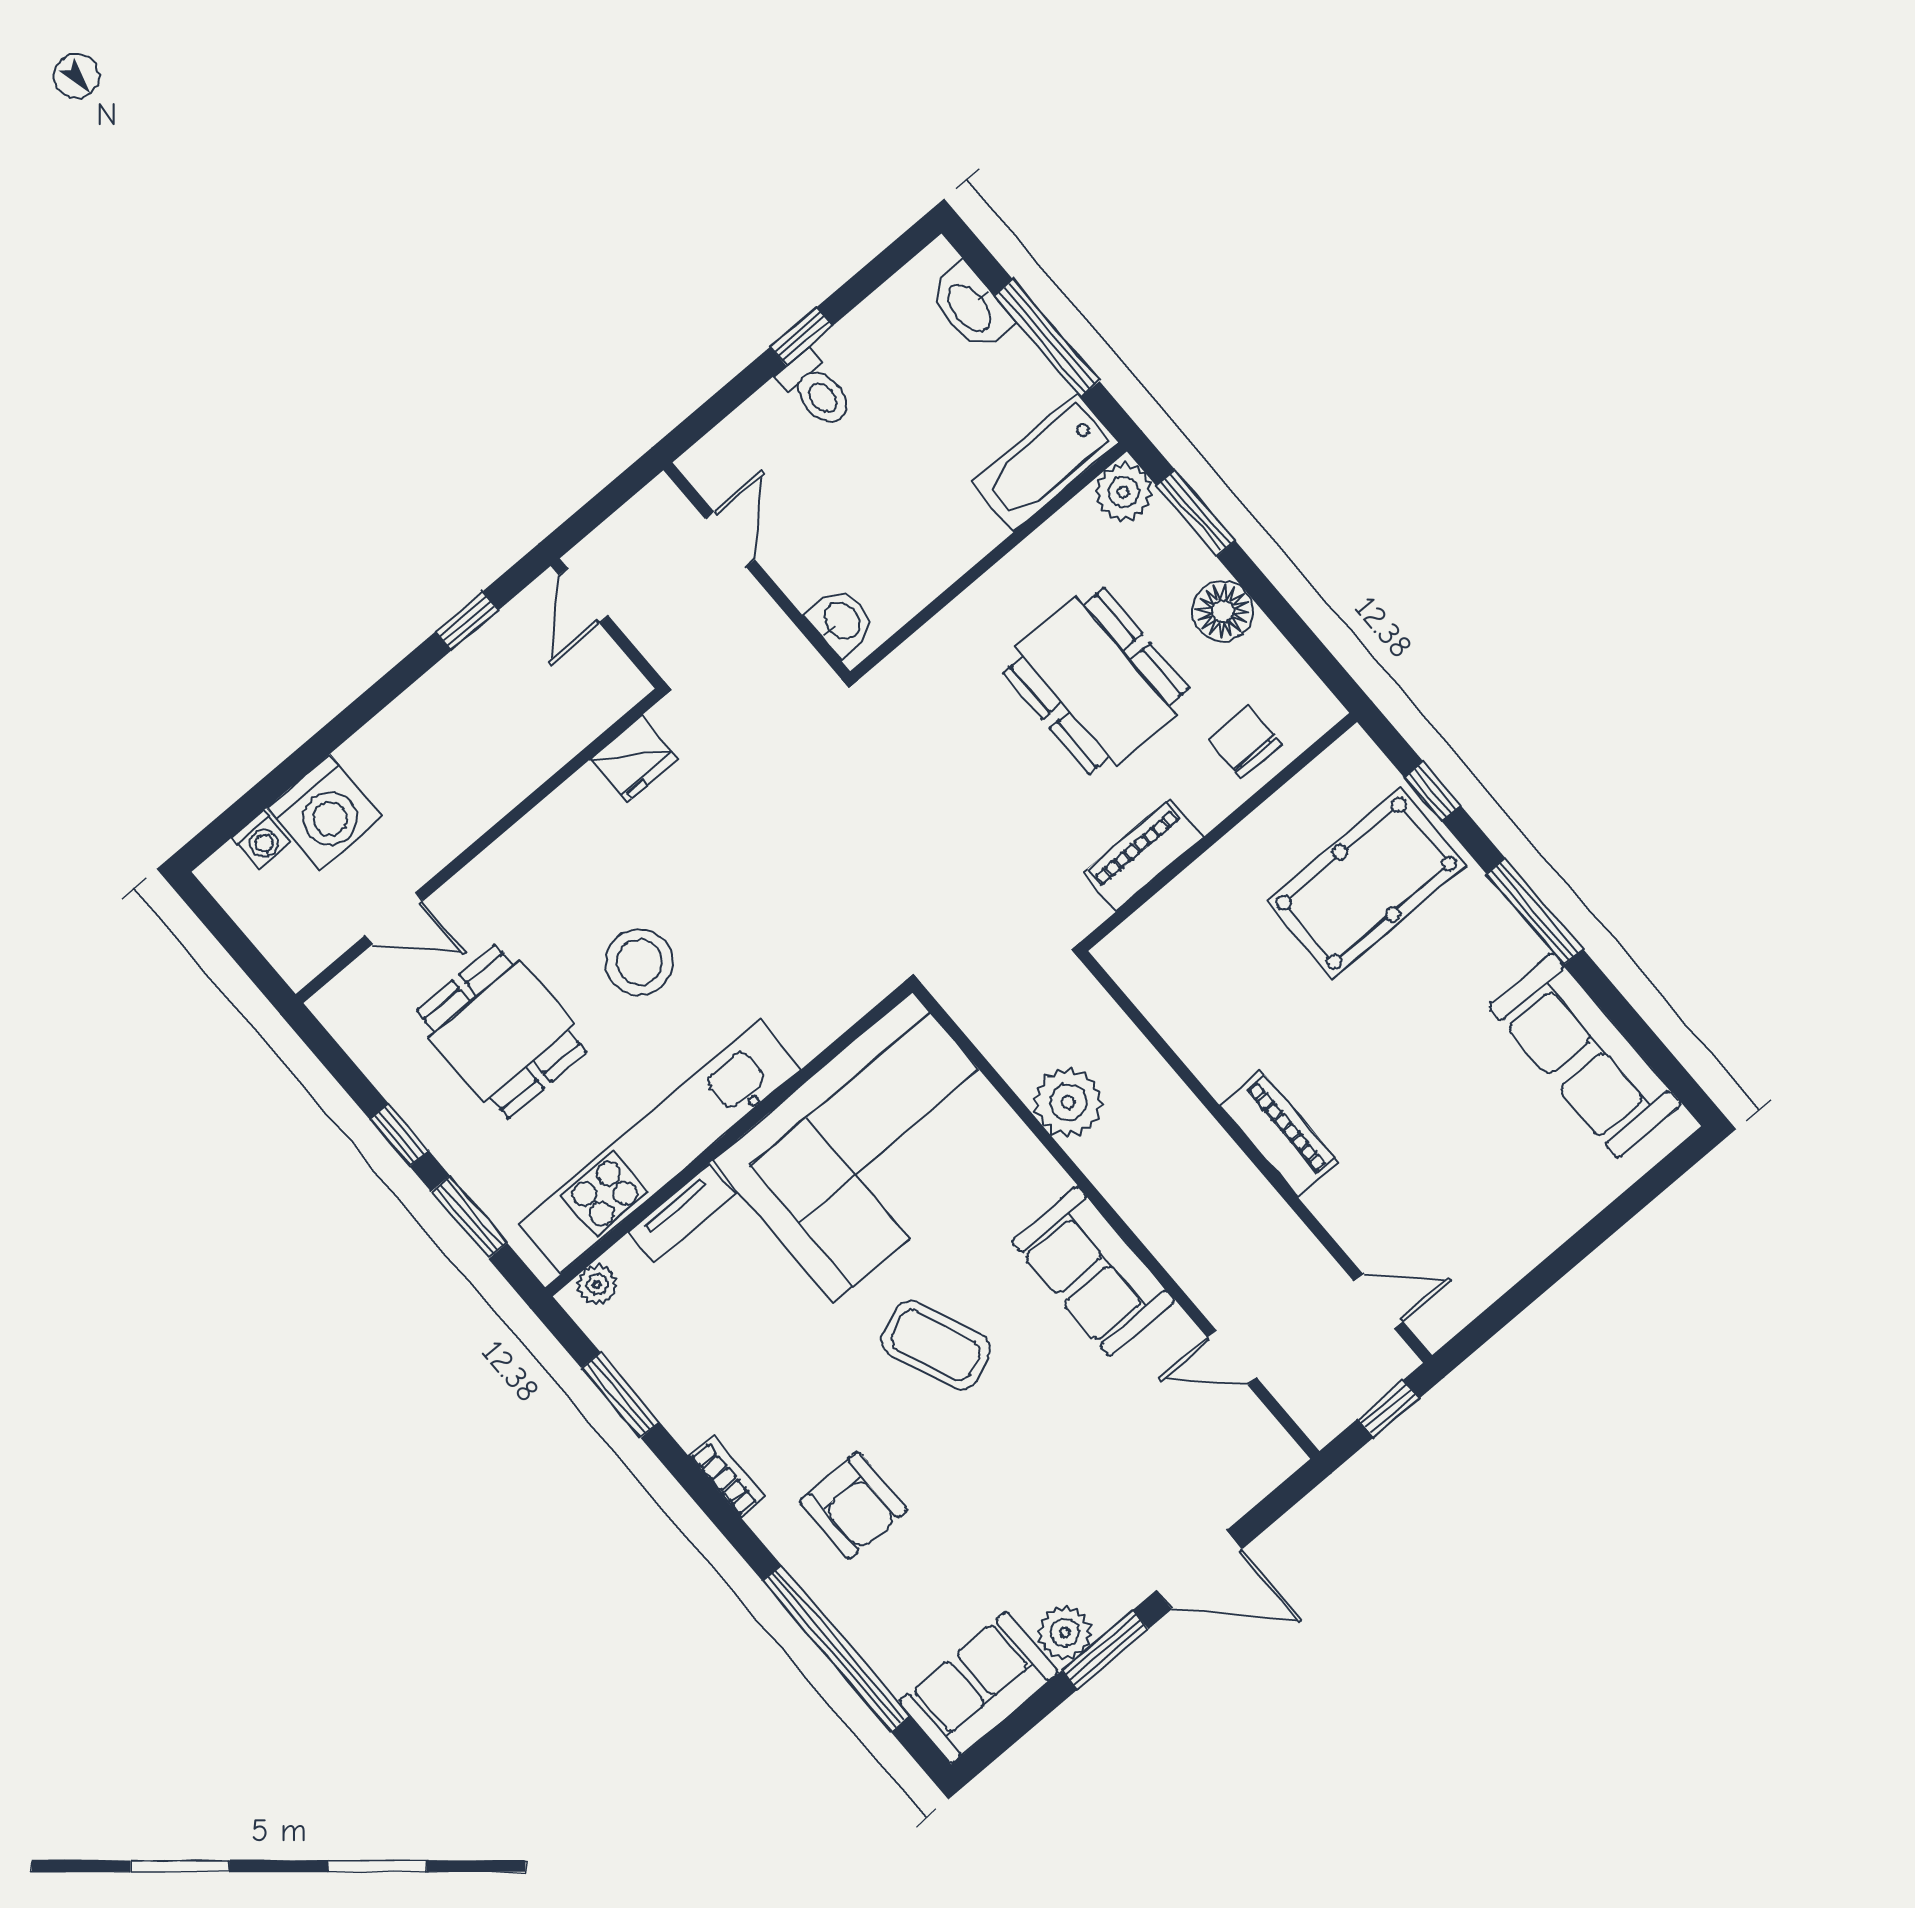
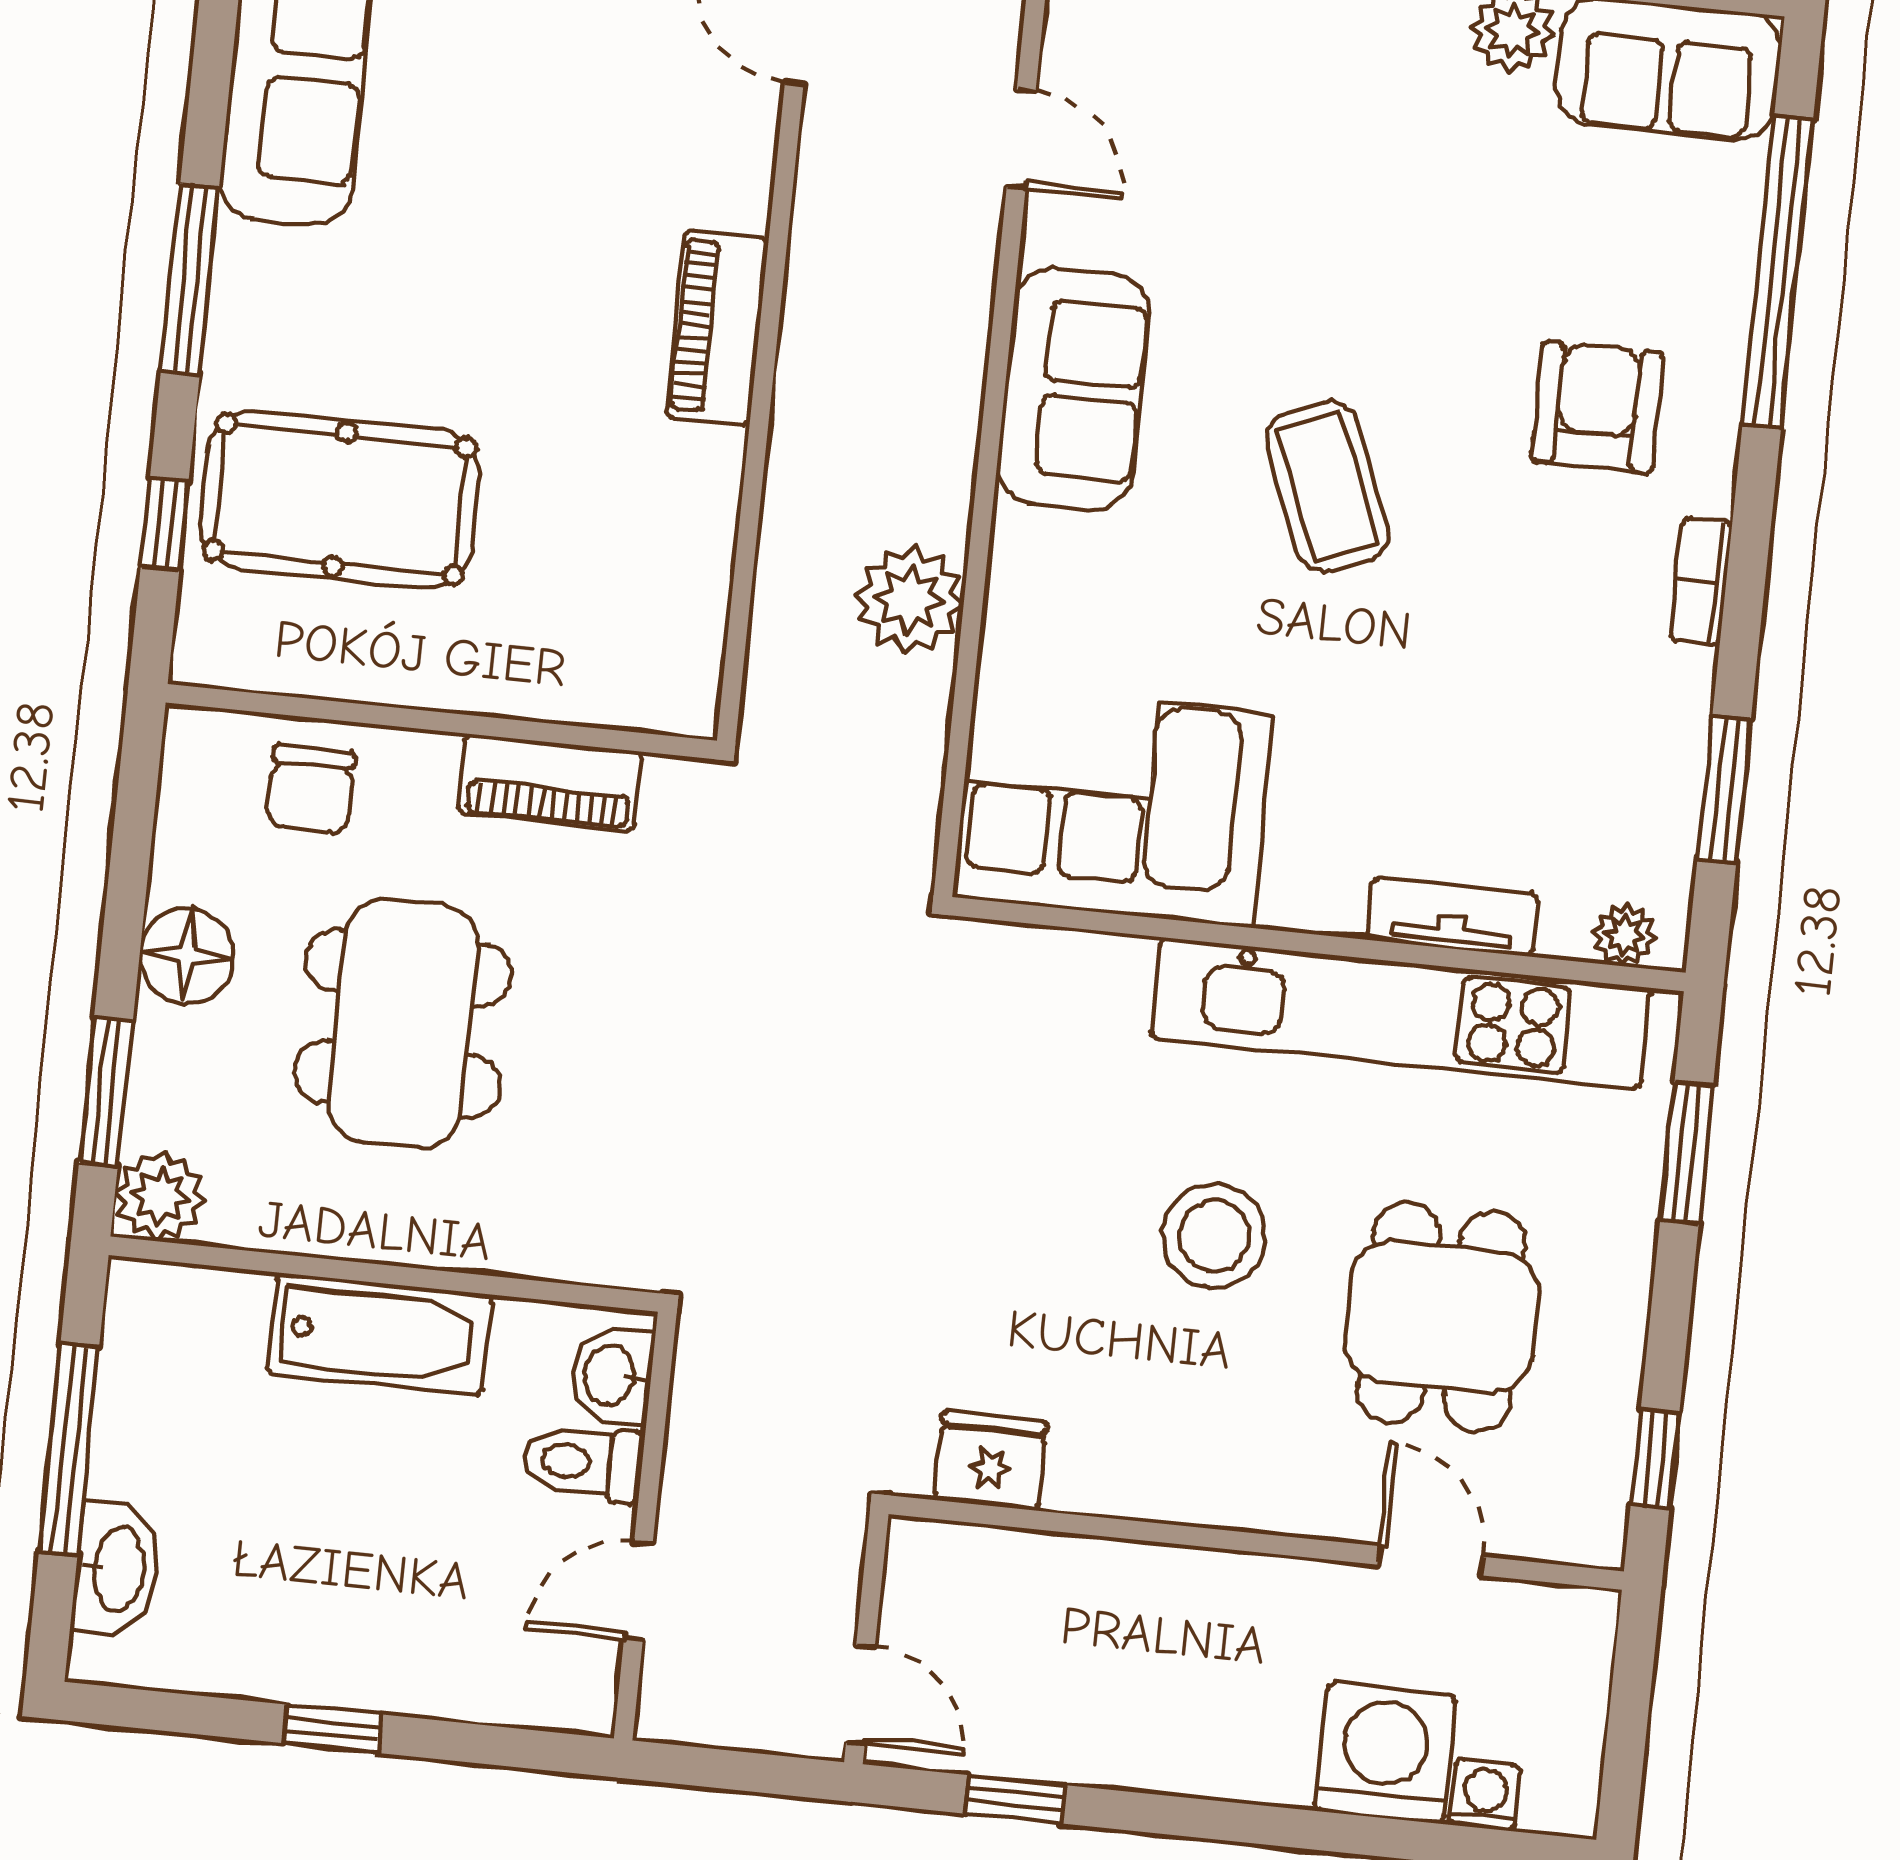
toilet: (816, 390) -> (583, 1462), moved, turned -90
bathtub: (1045, 462) -> (379, 1334), moved
door: (584, 596) -> (860, 1695), hinge flipped
window: (399, 1135) -> (1655, 1459), moved
corner sofa: (873, 1147) -> (1113, 805), width x0.73, depth x0.74

